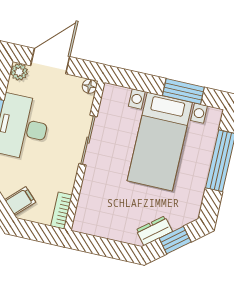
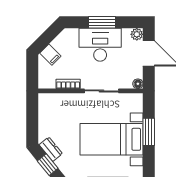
window: (183, 91) -> (149, 132), moved
bookcase: (61, 211) -> (68, 84), moved

